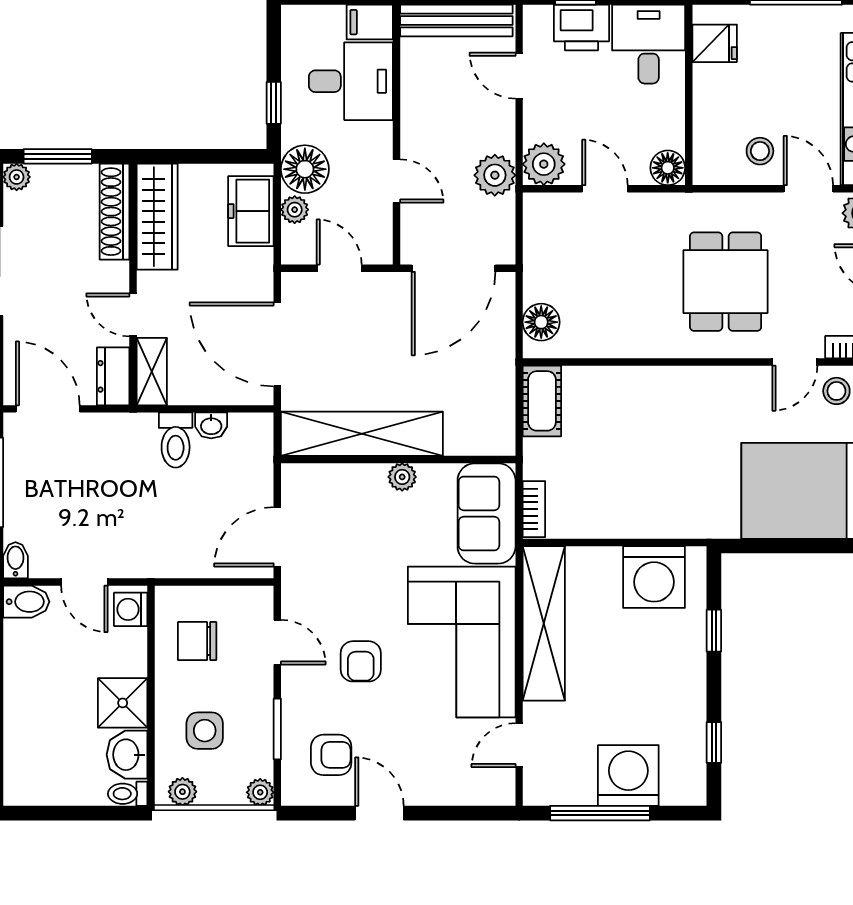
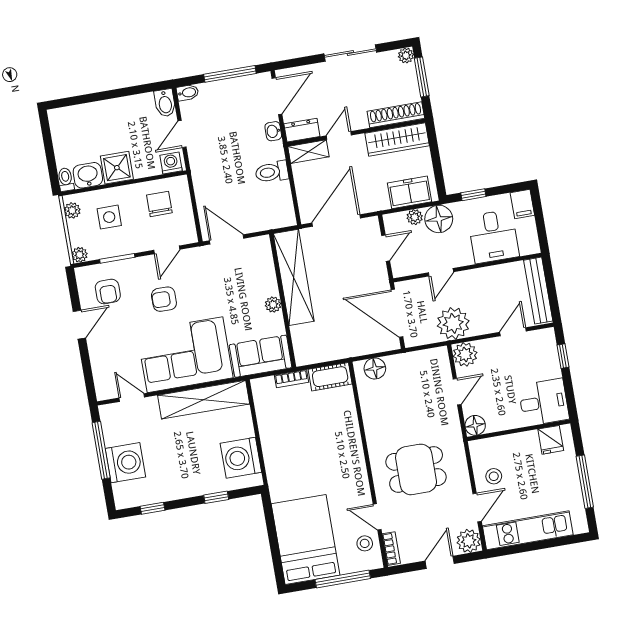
filing cabinet: (370, 22) -> (522, 204), moved, turned 180
printer: (582, 28) -> (547, 363), removed
plant: (495, 175) -> (453, 323), width x1.36, depth x1.36
washbasin: (211, 425) -> (273, 131), moved
bookcase: (534, 509) -> (292, 379), moved

